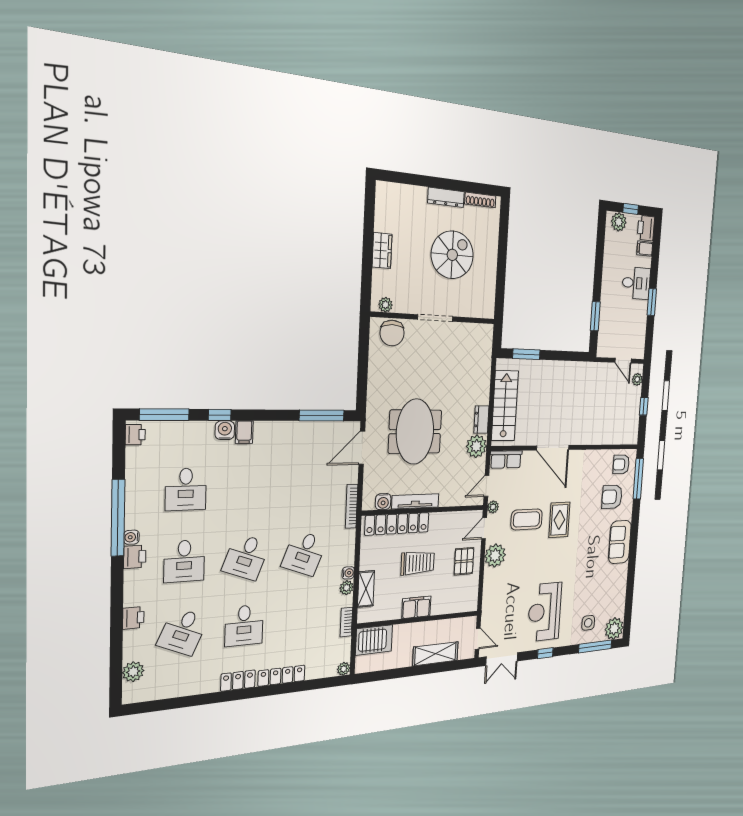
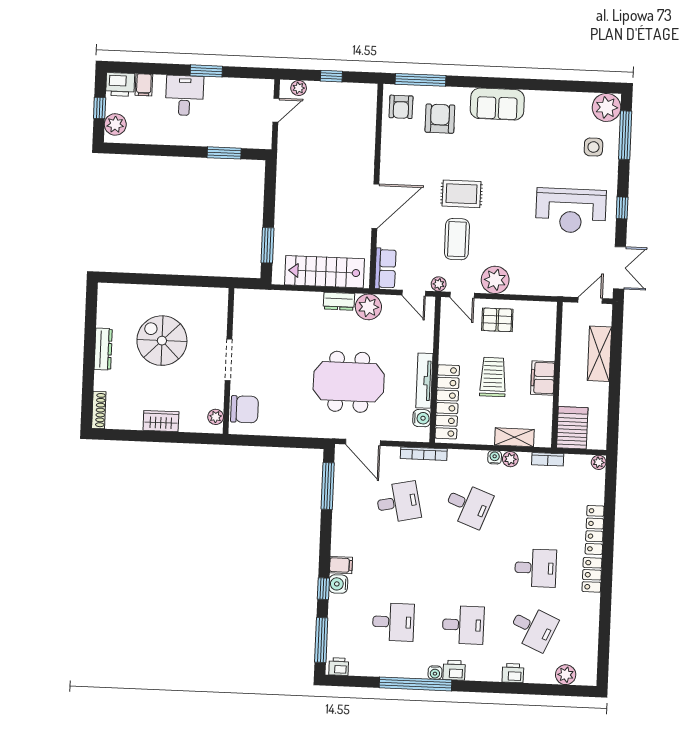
shoe rack: (480, 200) -> (99, 410), moved
armchair: (612, 497) -> (440, 119), turned 180
desk: (246, 557) -> (398, 502), moved, turned -33

